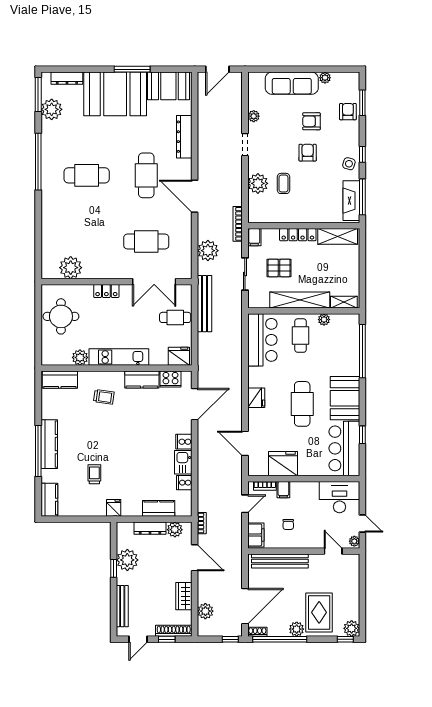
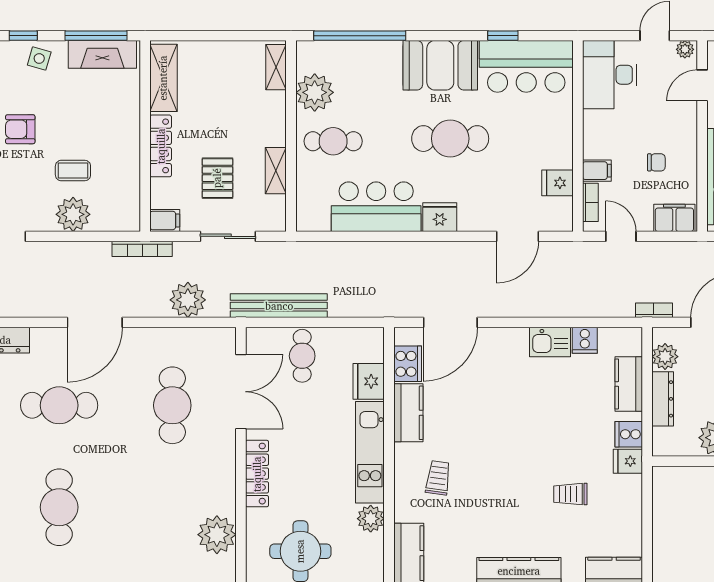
locker: (106, 291) -> (257, 474), width x1.53
shelving: (300, 300) -> (276, 171), width x0.45, depth x0.75
plant: (324, 320) -> (315, 92), width x1.87, depth x1.87
bar counter: (262, 340) -> (376, 207), moved
fridge: (179, 356) -> (369, 381), moved
door: (195, 404) -> (450, 322), swing flipped
cooker: (184, 442) -> (629, 434), moved, turned 90
fridge: (283, 464) -> (558, 183), width x0.53, depth x0.75

